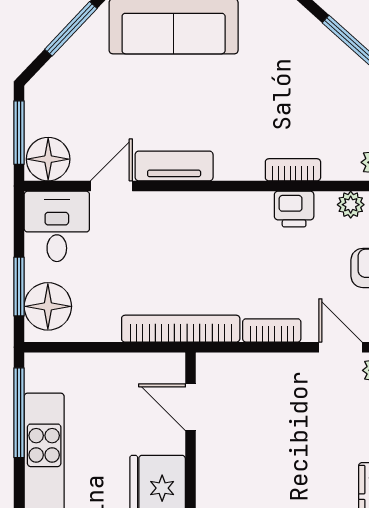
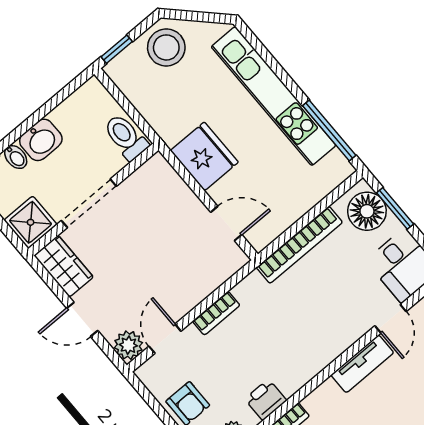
bookcase: (181, 329) -> (299, 245), moved
door: (340, 347) -> (165, 339), swing flipped

